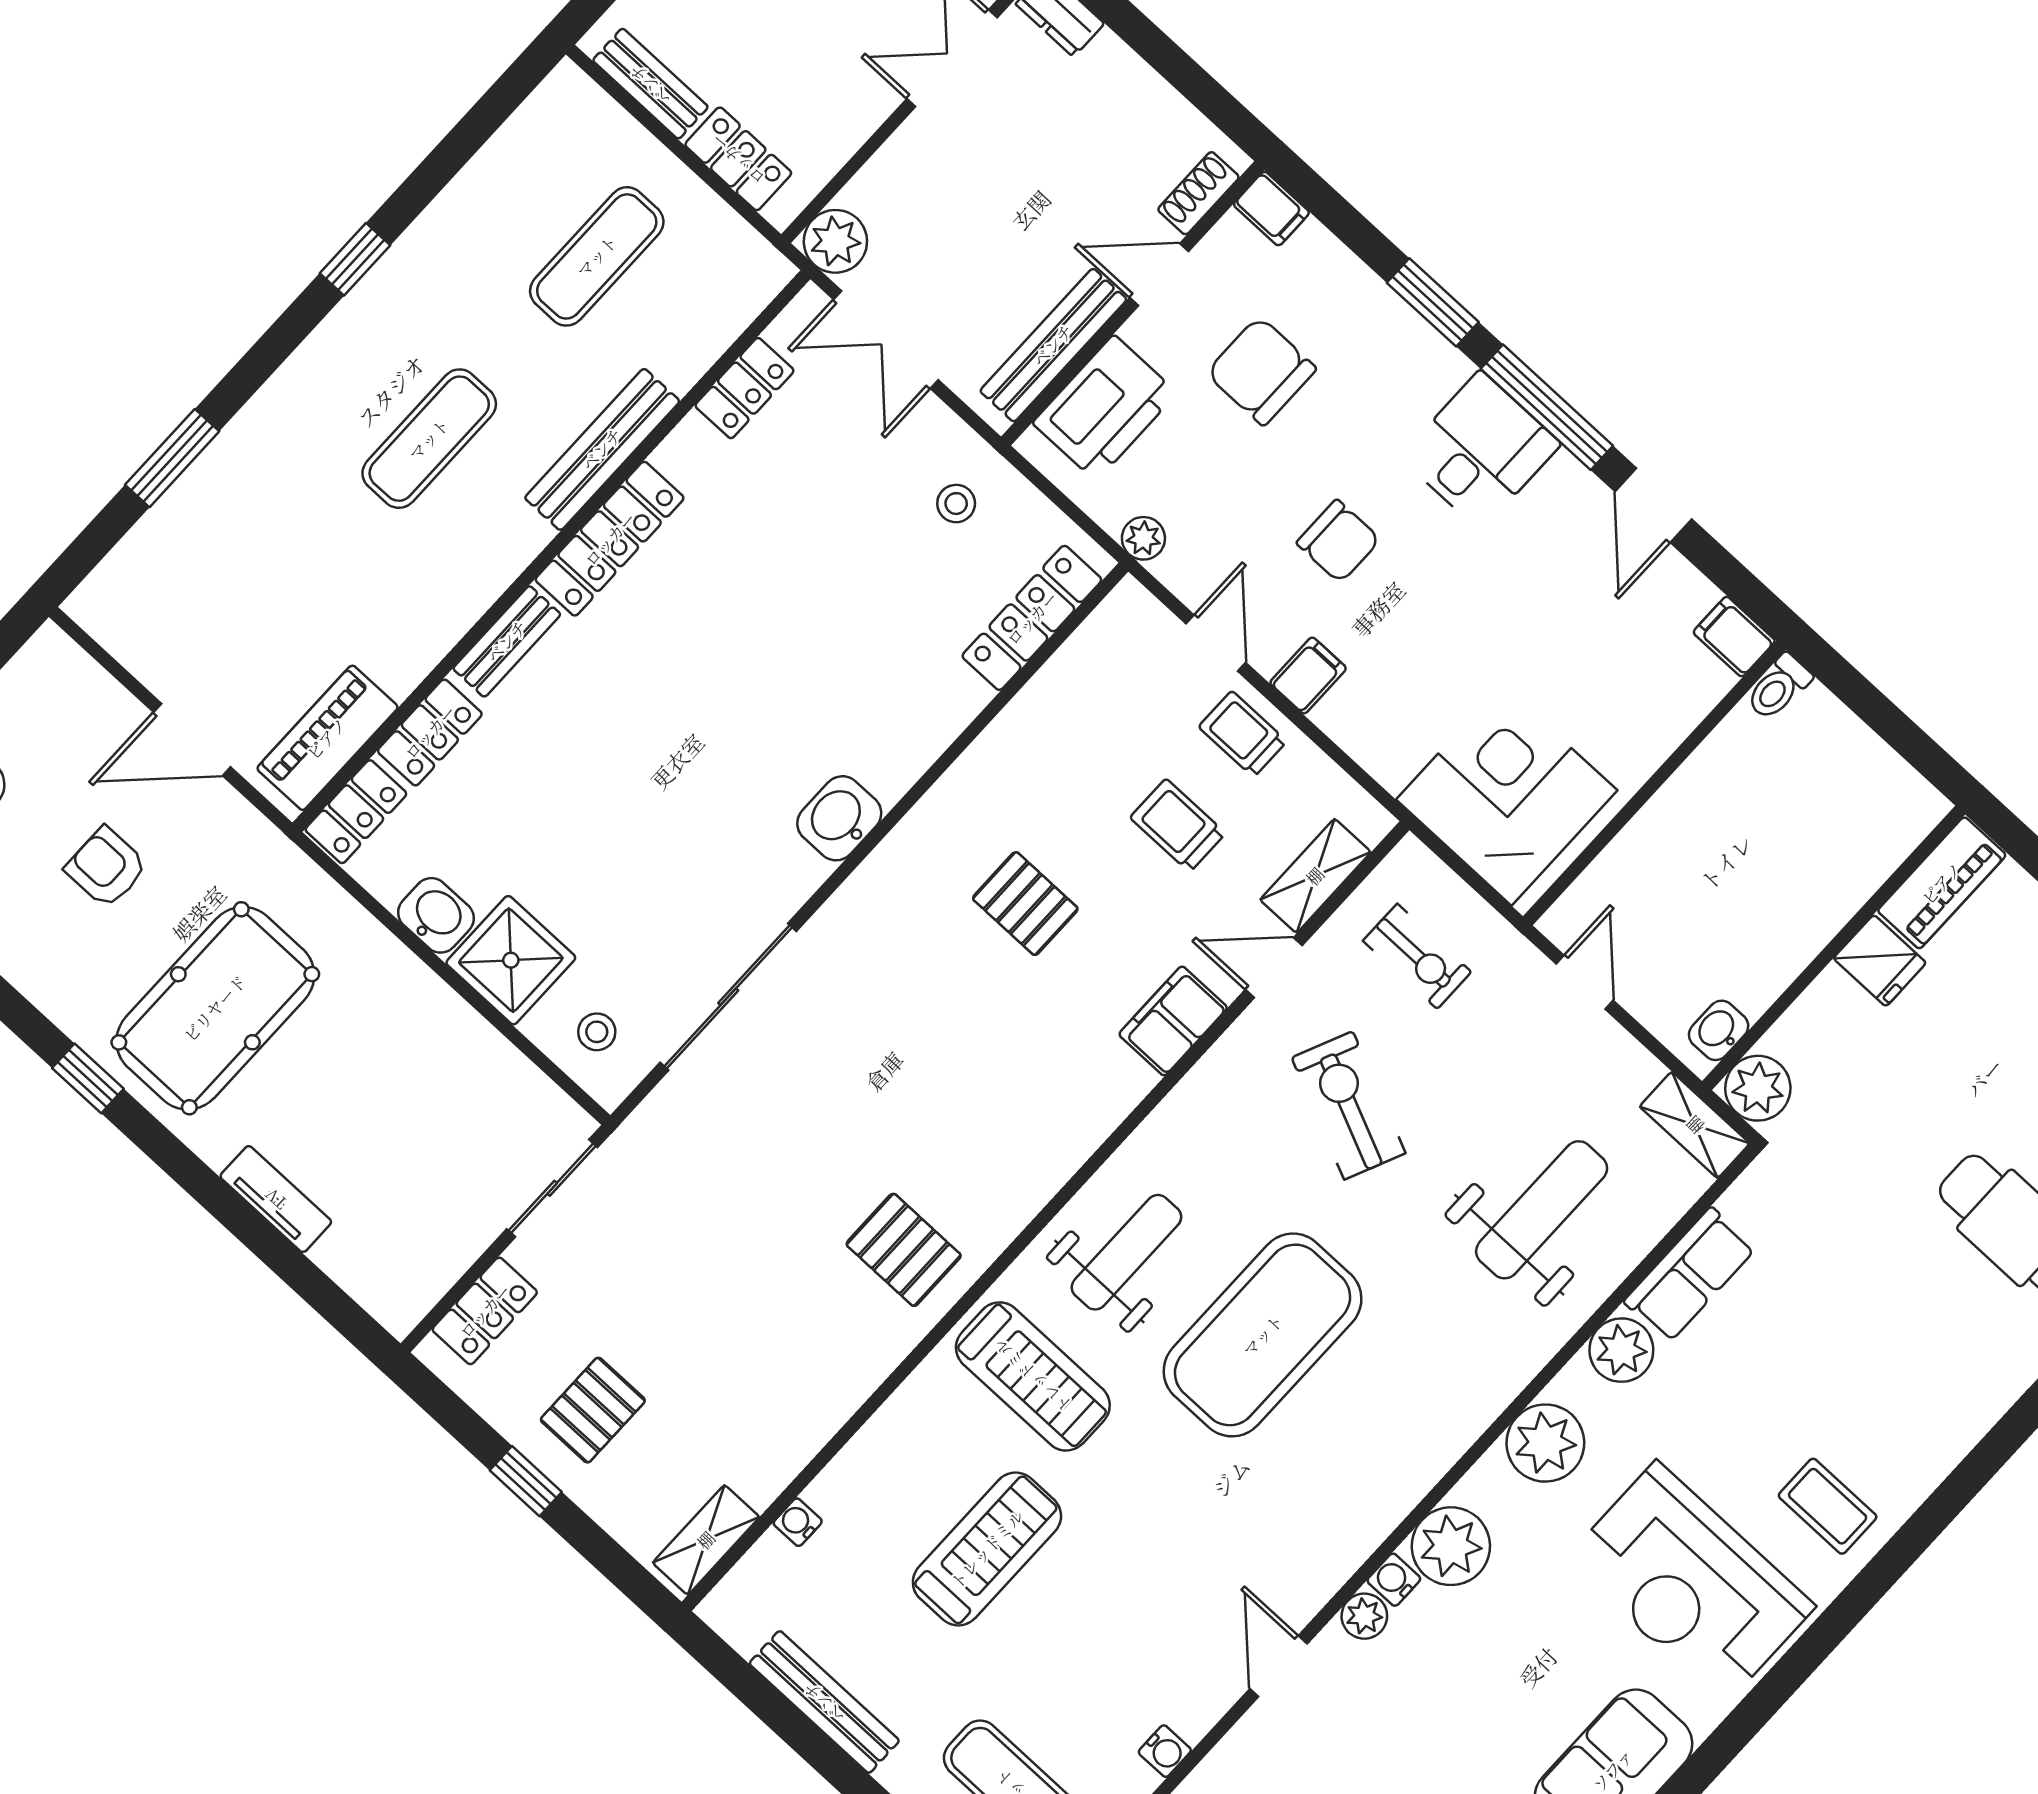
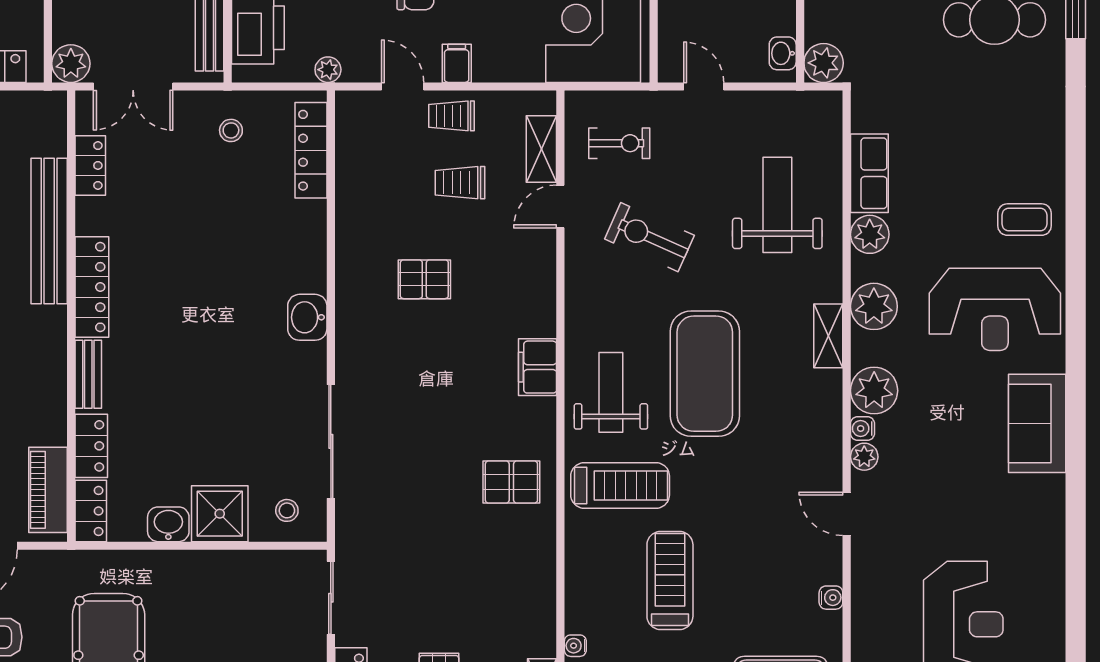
bench: (602, 449) -> (49, 231), width x1.37, depth x1.21
filing cabinet: (1173, 1021) -> (537, 367), moved
shelving: (1695, 1125) -> (828, 336), moved, turned 90

